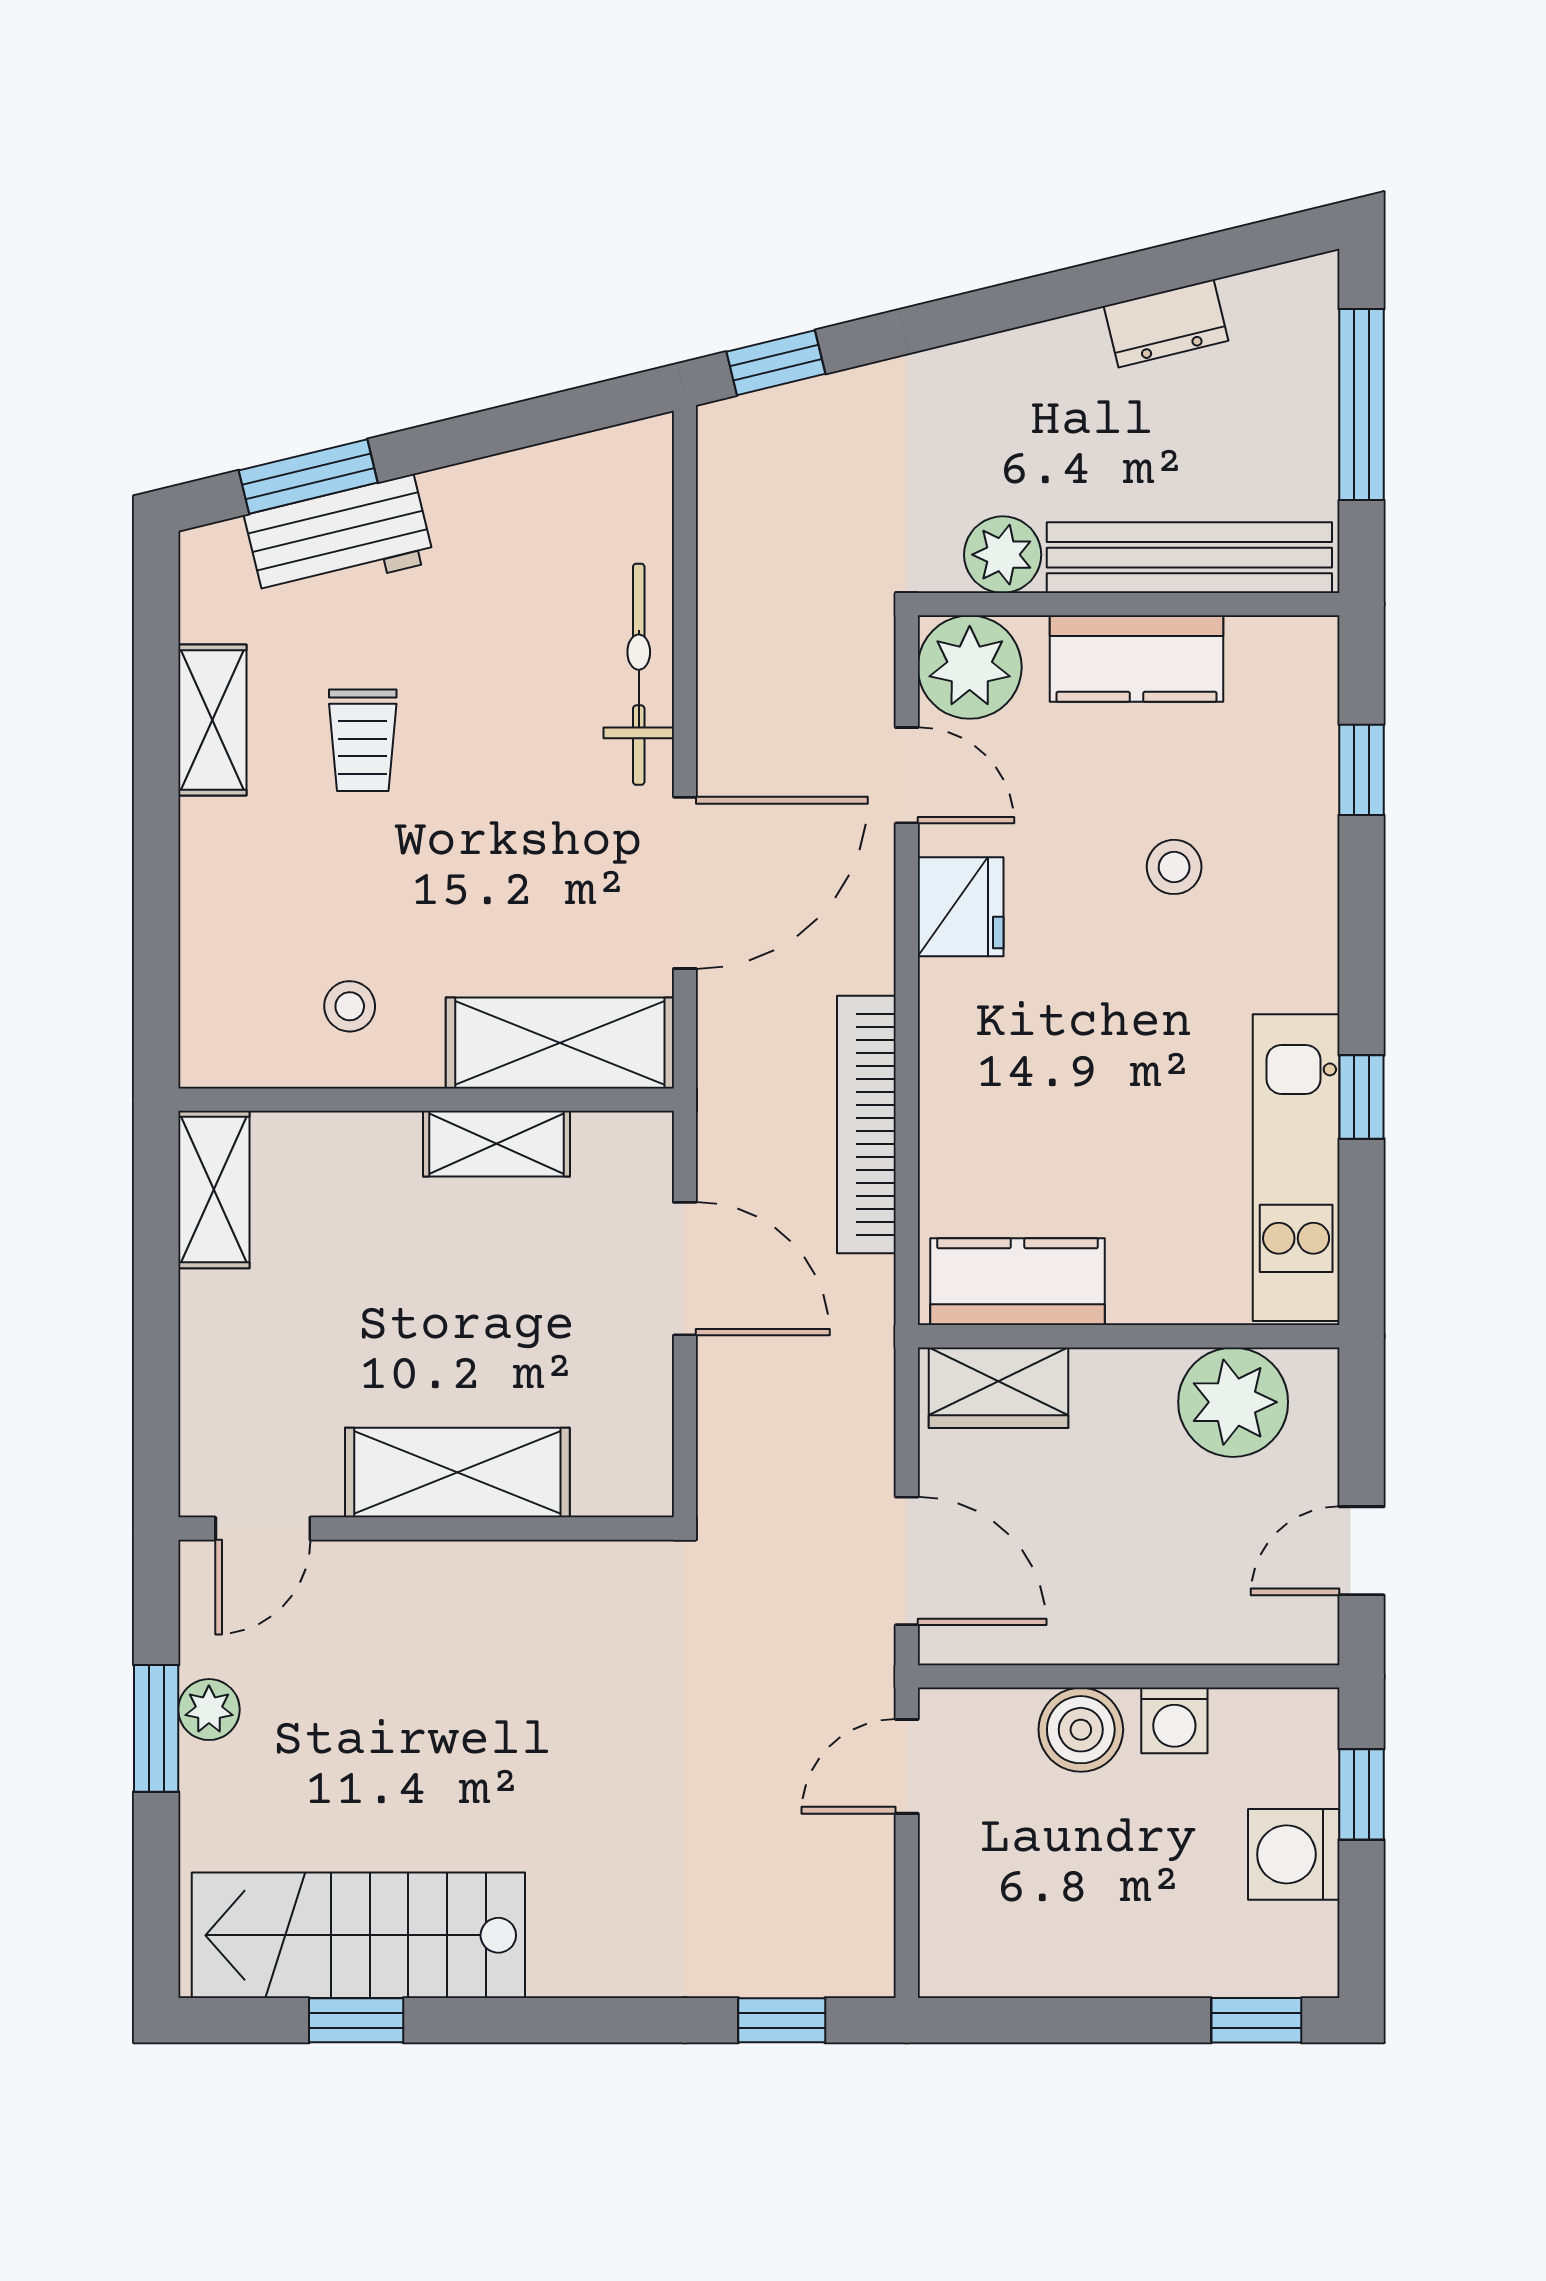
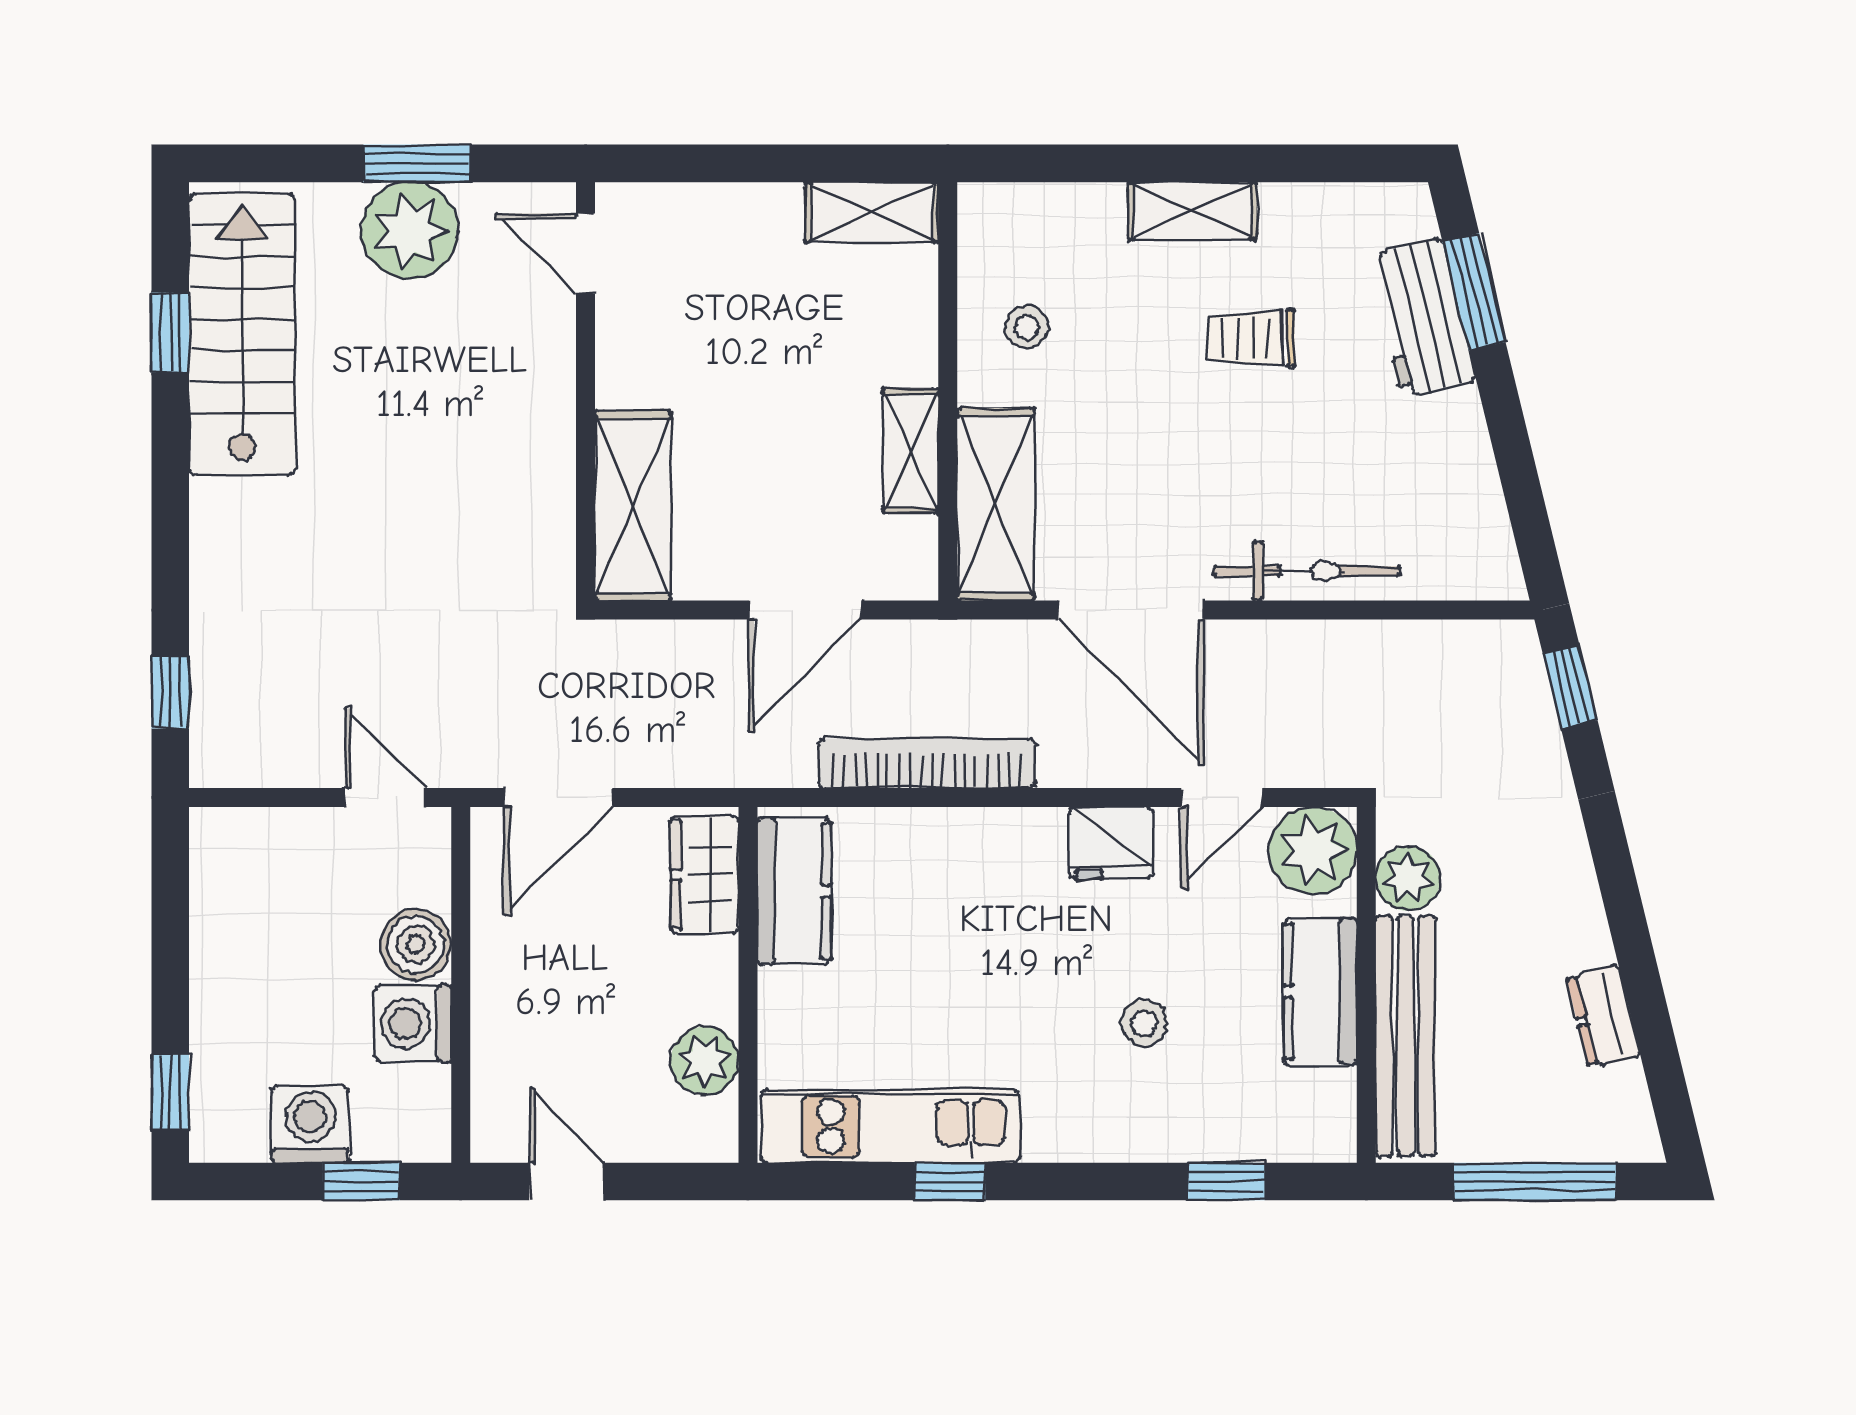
shelving: (212, 720) -> (1192, 211), moved
plant: (1233, 1402) -> (705, 1061), width x0.73, depth x0.73
shelving: (457, 1473) -> (633, 506), moved
plant: (209, 1710) -> (410, 231), width x1.87, depth x1.87
washing machine: (1174, 1720) -> (413, 1023), width x1.38, depth x1.38

